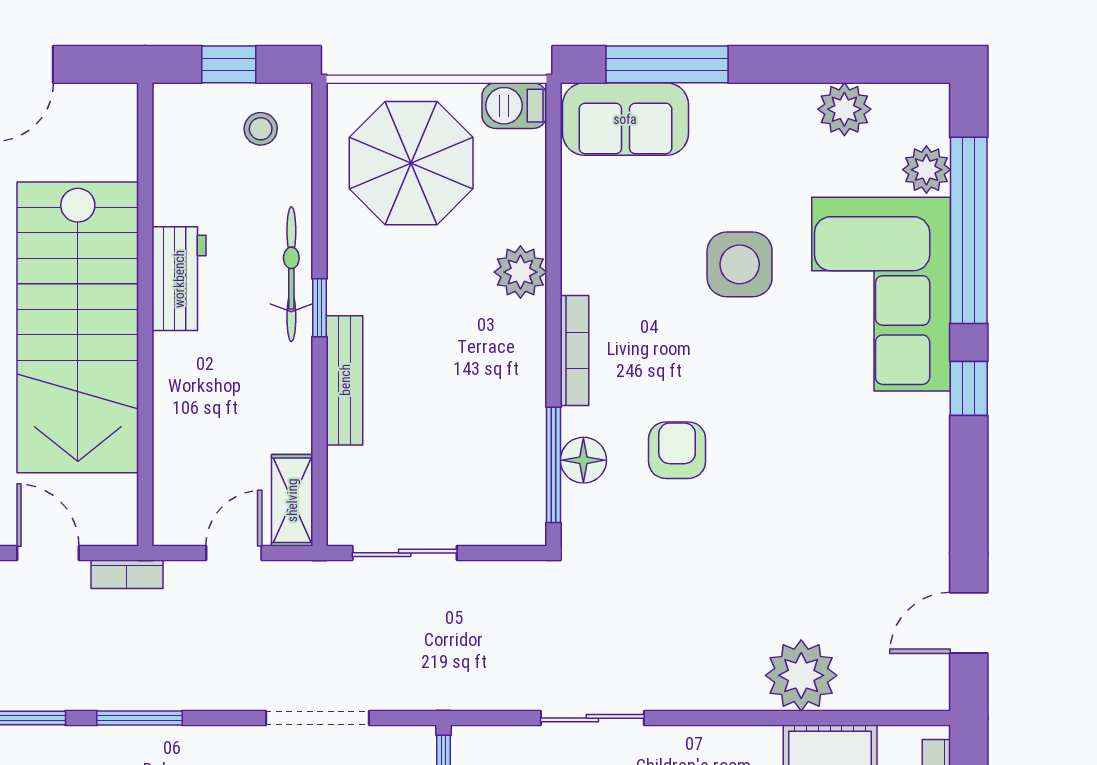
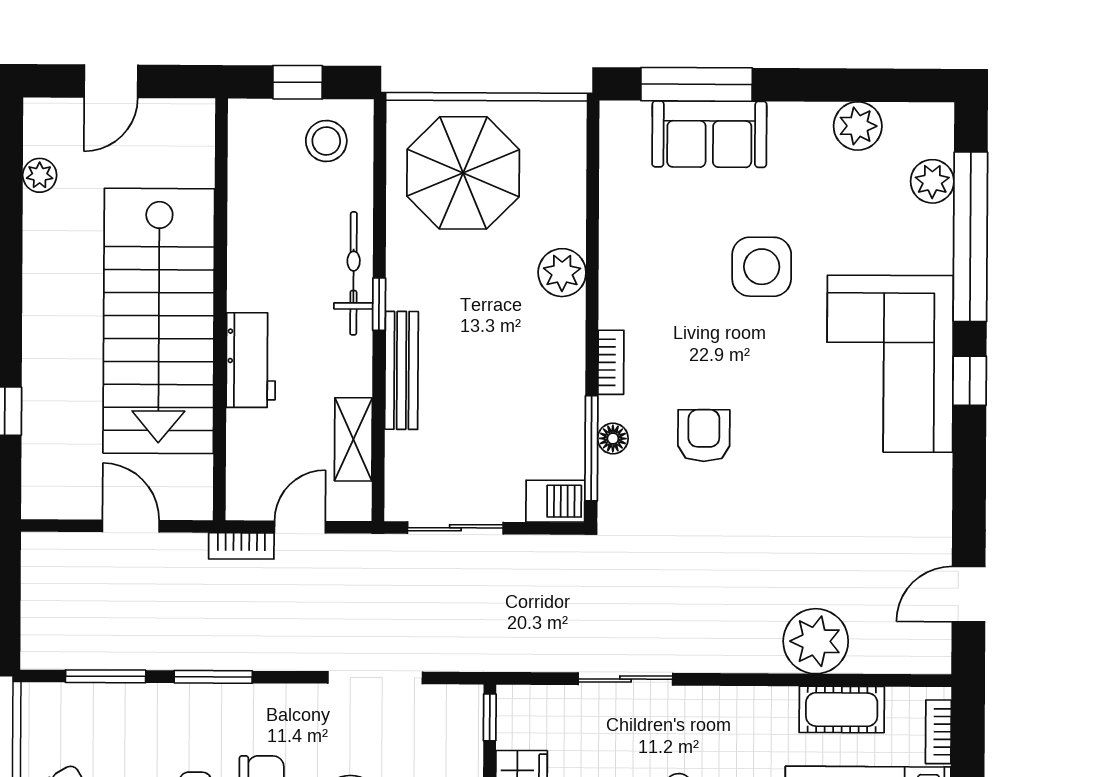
barbecue: (514, 106) -> (555, 501), moved, turned 180
sofa: (625, 119) -> (709, 134), moved
stool: (261, 129) -> (326, 141), width x1.37, depth x1.37
workbench: (179, 279) -> (251, 360), moved
corner sofa: (881, 294) -> (890, 364), moved
bookcase: (575, 350) -> (611, 362), width x0.64
floor lamp: (583, 460) -> (613, 439), width x0.73, depth x0.73
shelving: (292, 500) -> (353, 439), moved
bookcase: (127, 574) -> (241, 546), moved

